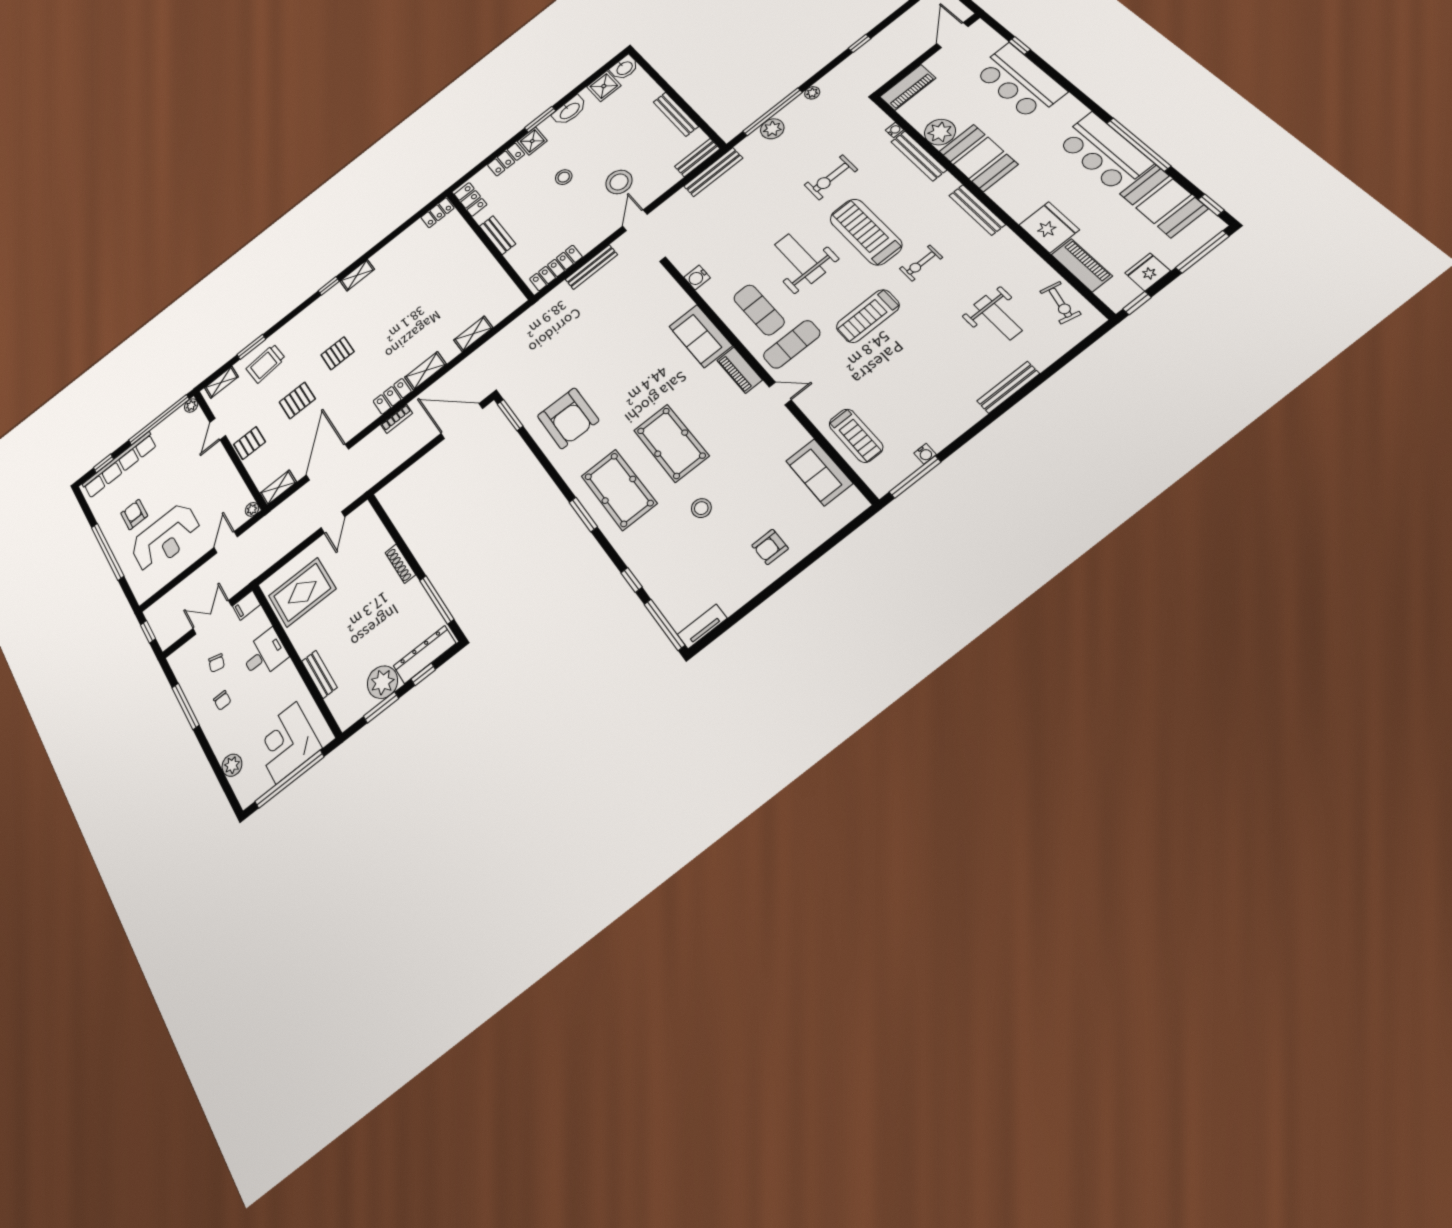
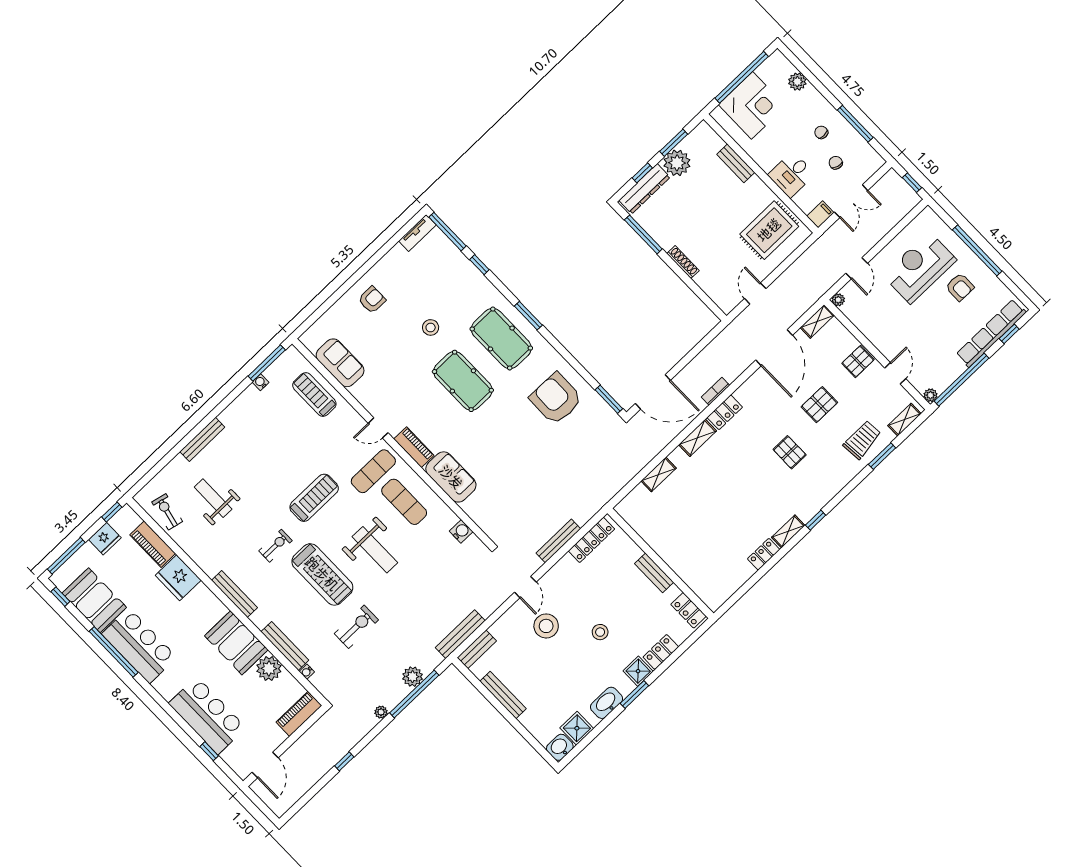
locker: (437, 213) -> (764, 554), moved
pallet: (338, 353) -> (790, 452), turned 90

